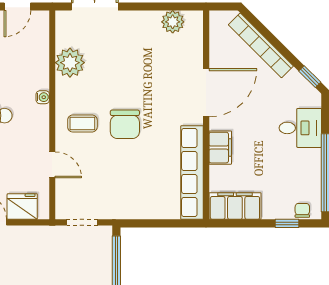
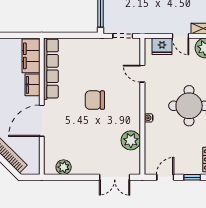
coffee table: (82, 123) -> (123, 101), removed
chair: (125, 124) -> (95, 100), turned -90
filing cabinet: (235, 206) -> (31, 56), moved, turned 90

